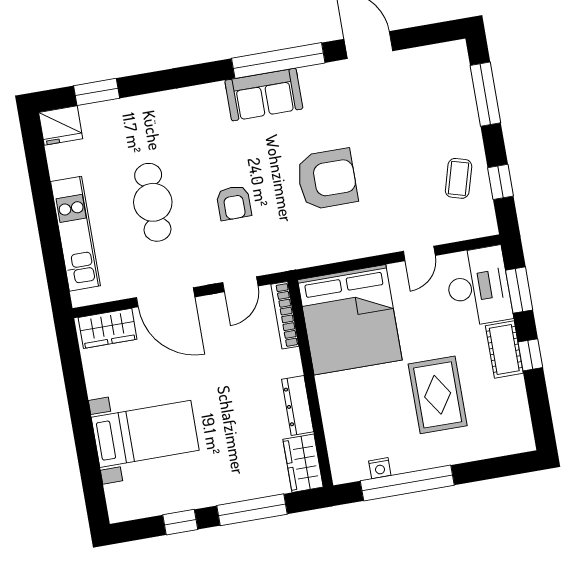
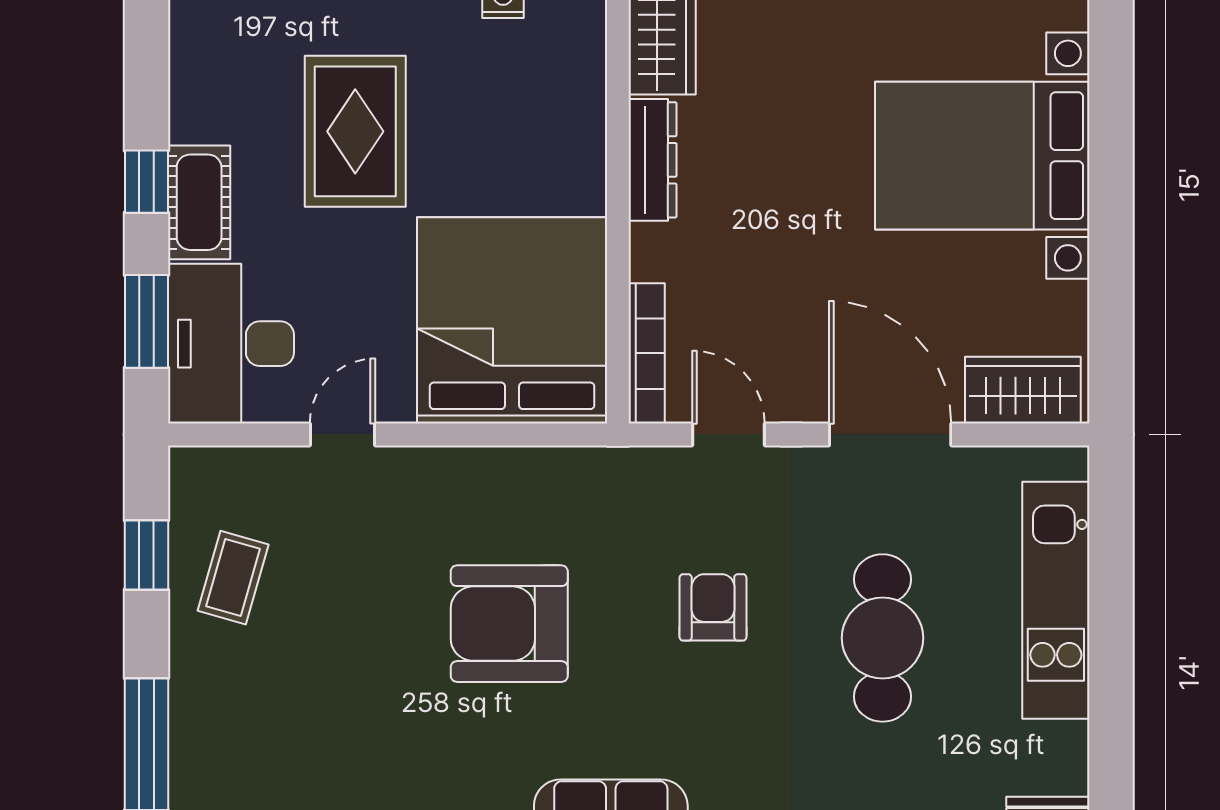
door: (240, 284) -> (728, 434), hinge flipped
bed with nightstands: (145, 434) -> (982, 156), width x1.36

